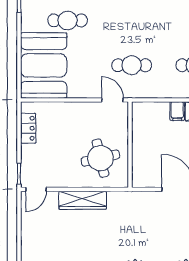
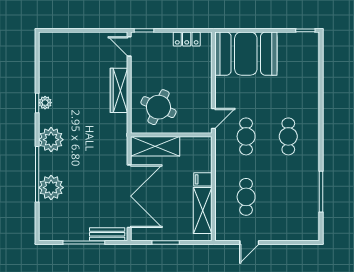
cafe table: (67, 20) -> (288, 136), moved
round table: (100, 158) -> (159, 107), turned 37
shelving: (142, 162) -> (155, 146), added

